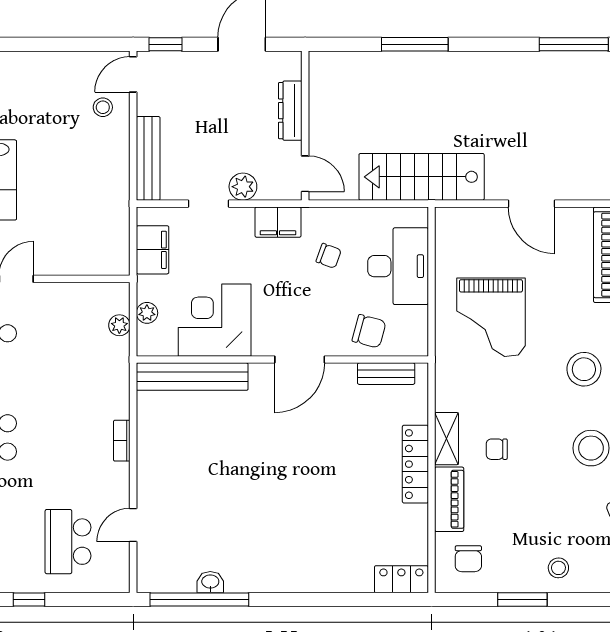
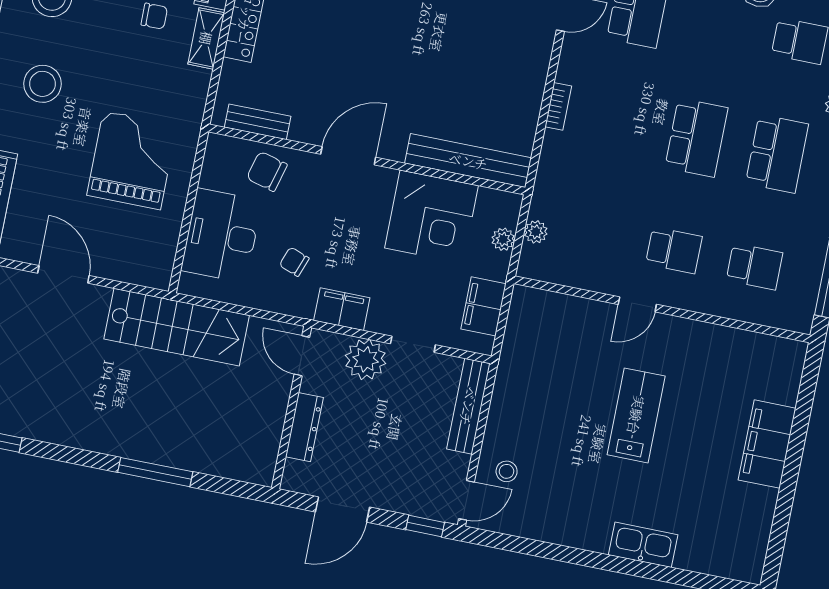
plant: (243, 187) -> (366, 359), width x1.36, depth x1.36

